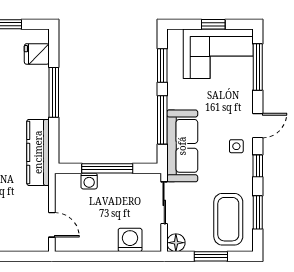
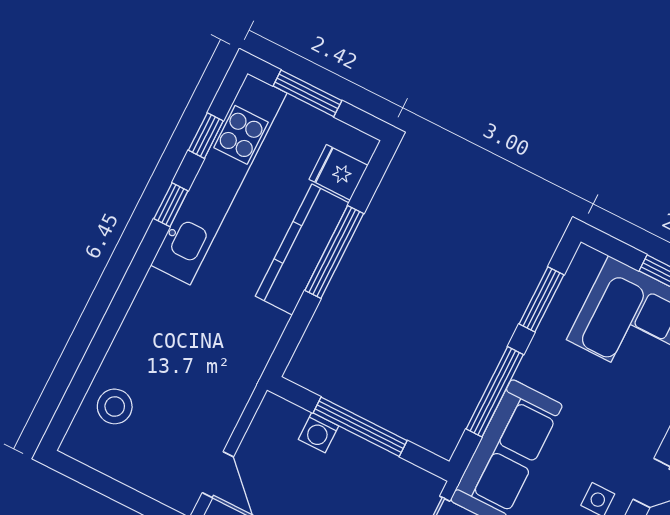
kitchen counter: (38, 152) -> (302, 249), moved

